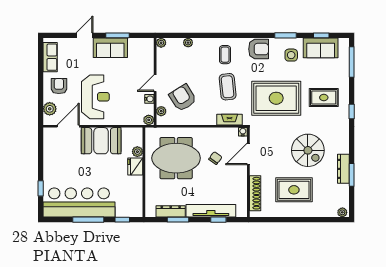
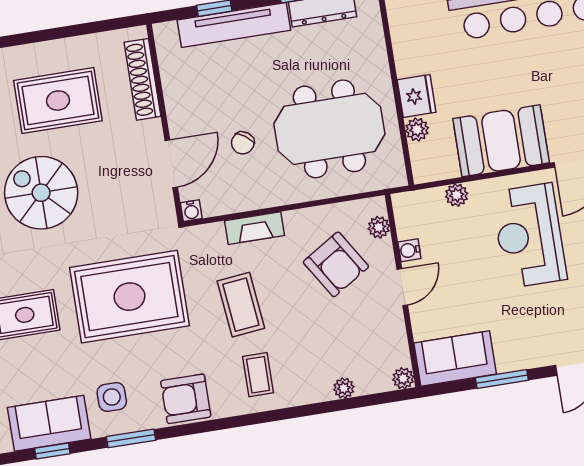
sofa: (110, 48) -> (455, 358), moved
plant: (149, 120) -> (457, 195), moved
fireplace: (230, 120) -> (255, 228), moved

